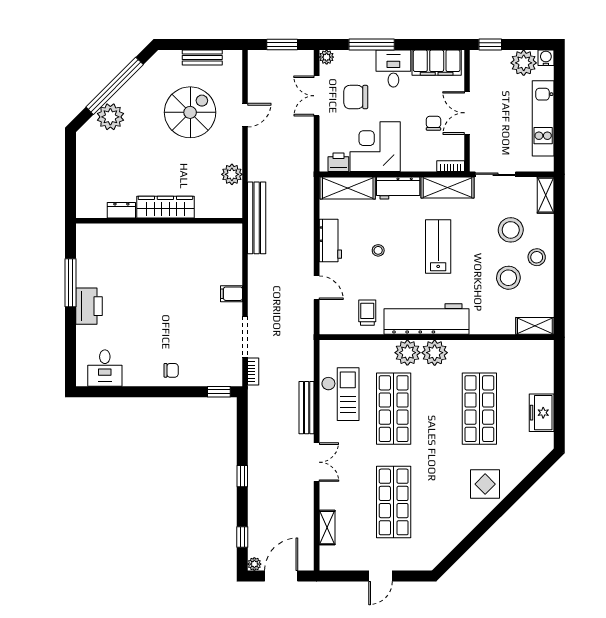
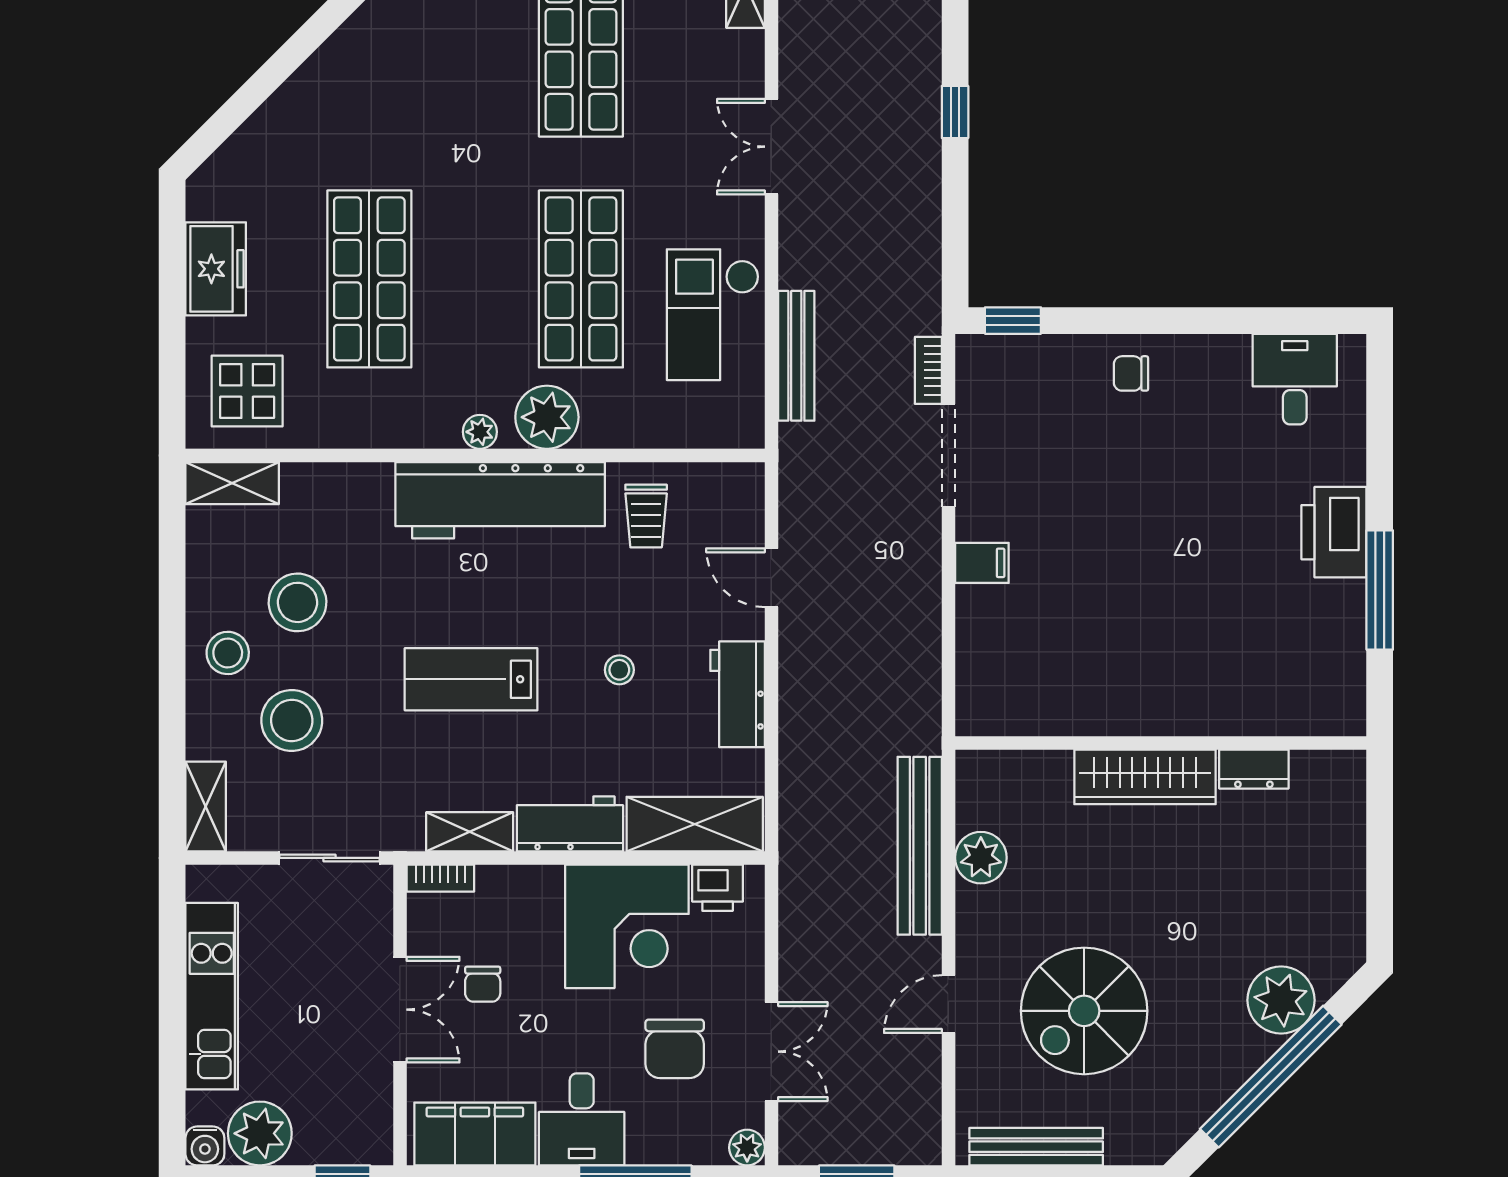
bench: (202, 57) -> (1036, 1147), width x1.36
chair: (356, 97) -> (675, 1049), turned 90
shelving: (448, 188) -> (470, 832), width x0.67, depth x0.75
bench: (257, 218) -> (920, 846), moved
lab bench: (438, 247) -> (471, 679), turned 90
plant: (435, 353) -> (480, 432), width x0.53, depth x0.53
bench: (307, 408) -> (796, 356), moved
display table: (485, 484) -> (247, 391), moved

